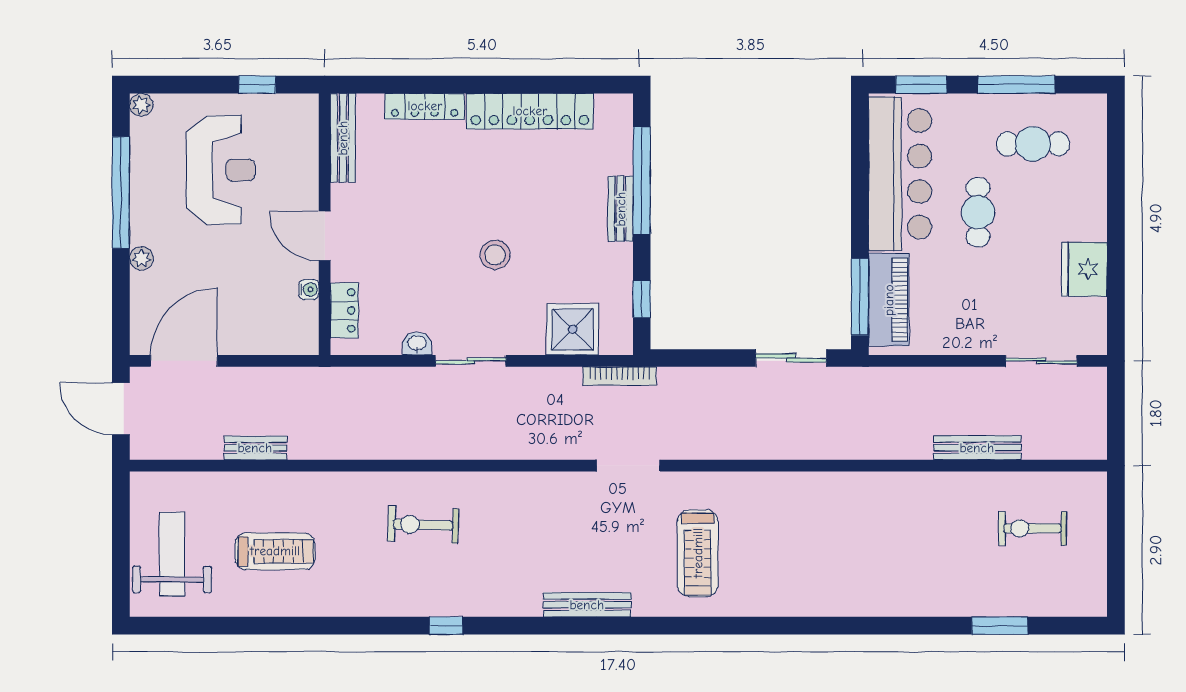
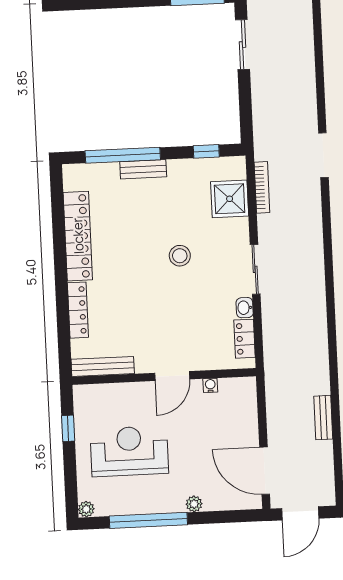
locker: (344, 310) -> (245, 339), moved, turned -90
bookcase: (620, 376) -> (262, 187), moved

